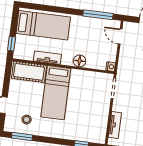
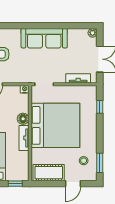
tv unit: (47, 58) -> (24, 138), moved
cot: (29, 72) -> (49, 173), moved, turned 90
bed: (56, 93) -> (55, 125), width x2.04

